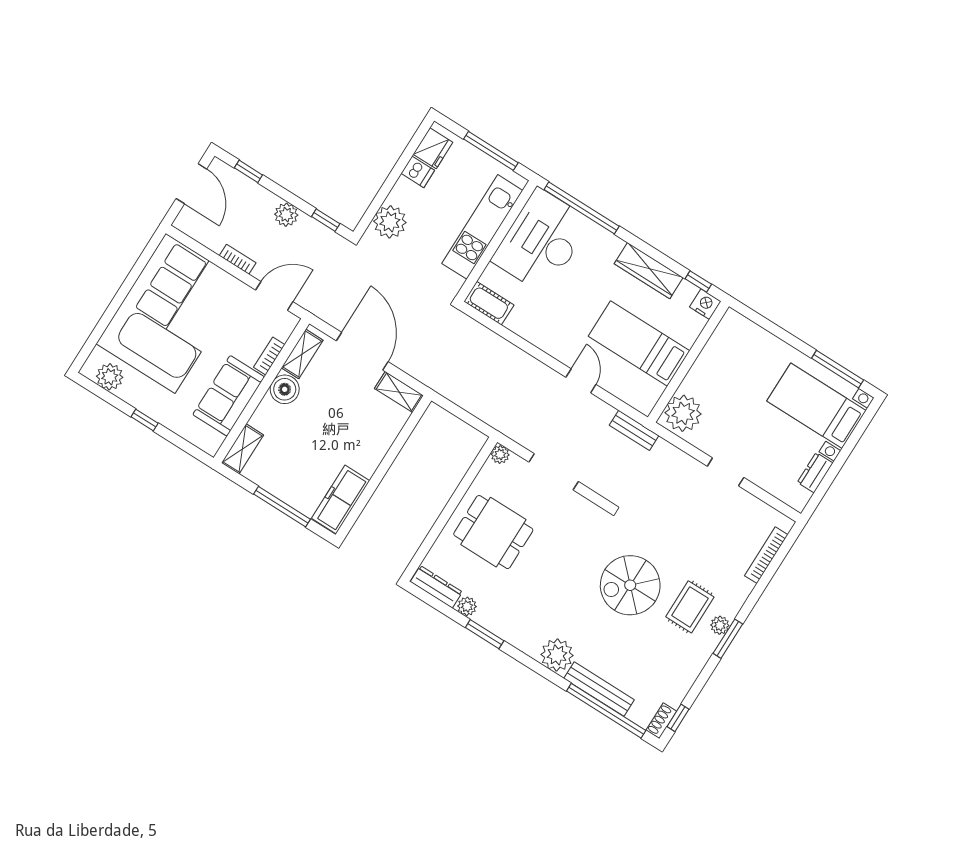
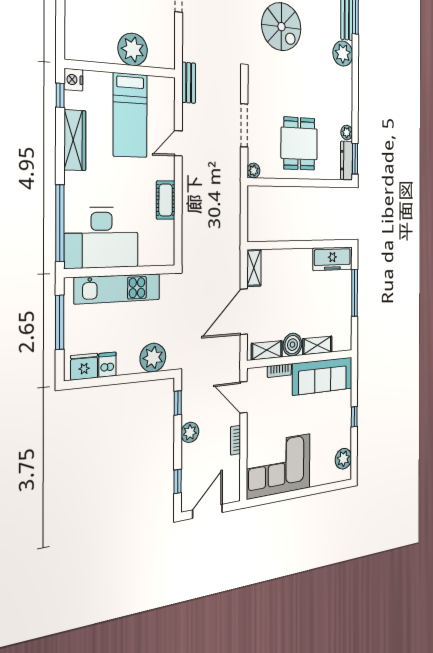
cot: (489, 303) -> (166, 200), moved
corner sofa: (170, 313) -> (279, 466), width x0.73, depth x0.74
sofa: (229, 396) -> (323, 376), width x1.36
plant: (683, 413) -> (133, 49), moved
shelving: (242, 449) -> (317, 345), moved
window: (485, 634) -> (355, 159), moved

